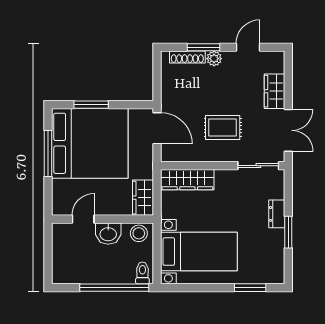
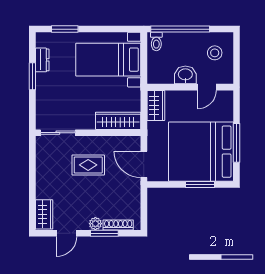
wardrobe: (275, 91) -> (44, 214), moved
double door: (288, 130) -> (32, 163), removed
dresser: (277, 214) -> (42, 60), moved
stool: (139, 233) -> (215, 53), moved

